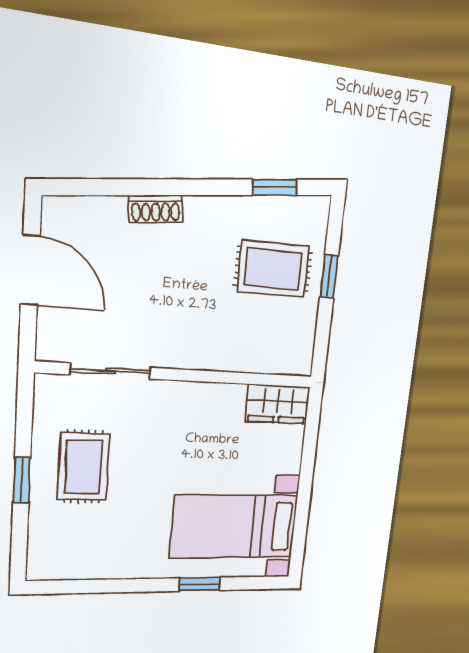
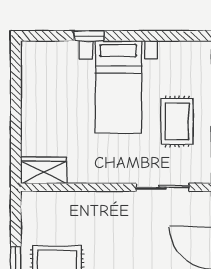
bed with nightstands: (234, 526) -> (118, 87), moved, turned 90

